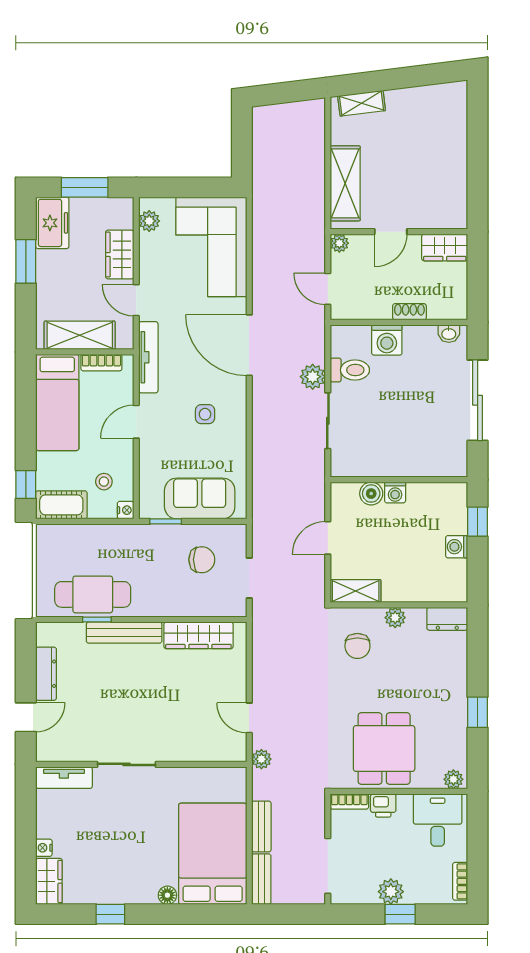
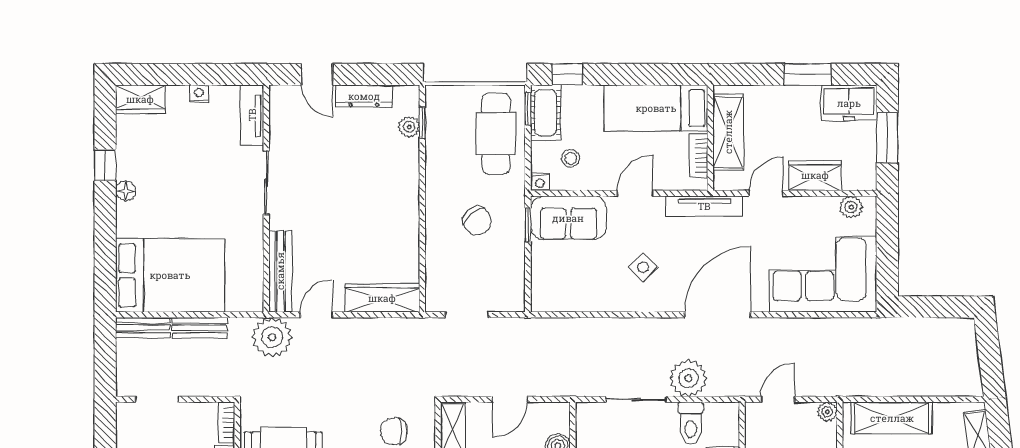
plant: (313, 377) -> (688, 378), width x1.36, depth x1.36
side table: (205, 414) -> (643, 267), turned 45
door: (136, 422) -> (635, 193), hinge flipped
sofa: (200, 498) -> (568, 218), moved, turned 90
window: (58, 521) -> (528, 109), added
door: (328, 538) -> (510, 399), swing flipped
chair: (202, 560) -> (477, 221), moved, turned -40
cafe table: (93, 594) -> (496, 134), moved
window: (97, 620) -> (422, 123), moved
plant: (75, 632) -> (409, 127), added
bench: (124, 633) -> (280, 271), moved
wardrobe: (198, 635) -> (382, 298), moved, turned 90
plant: (261, 759) -> (272, 337), width x1.87, depth x1.87
nightstand: (44, 848) -> (199, 94), moved
doorway: (328, 866) -> (157, 399), width x0.73
floor lamp: (167, 895) -> (126, 191), moved

